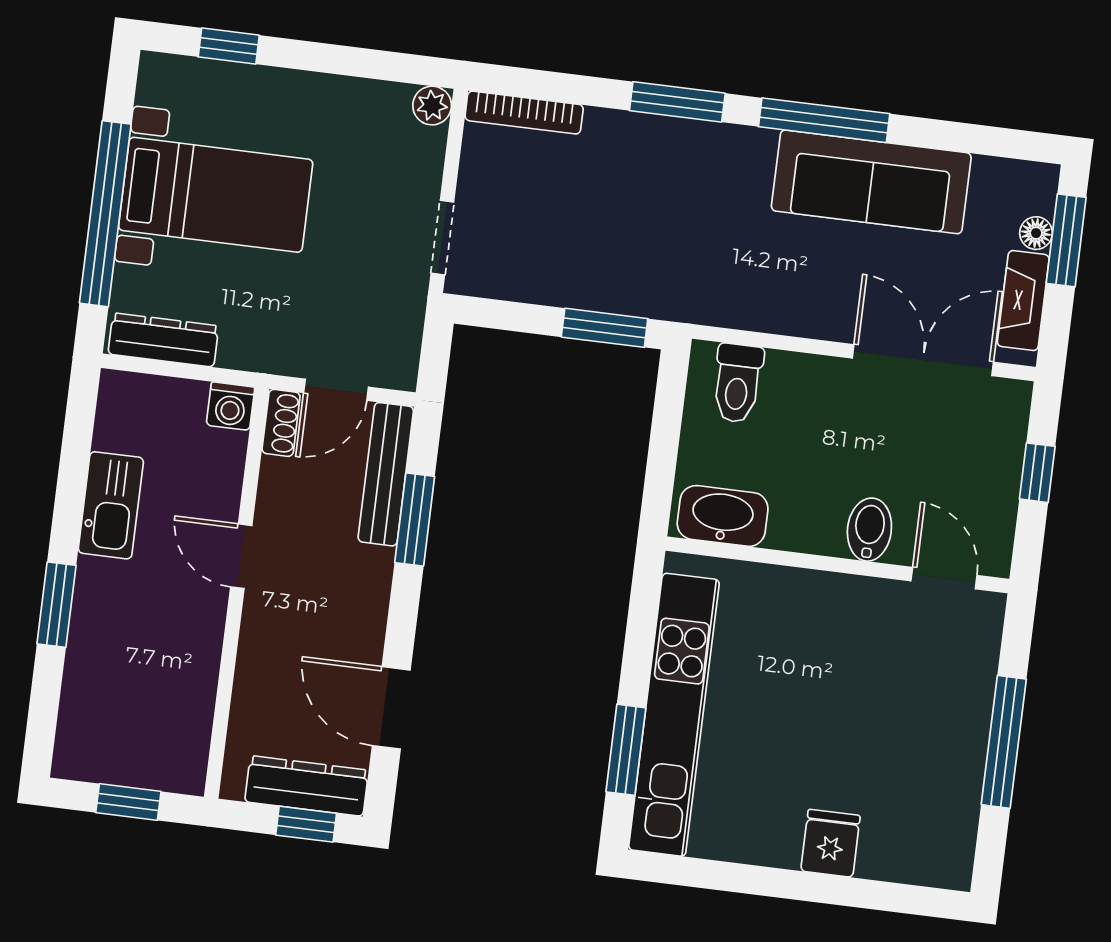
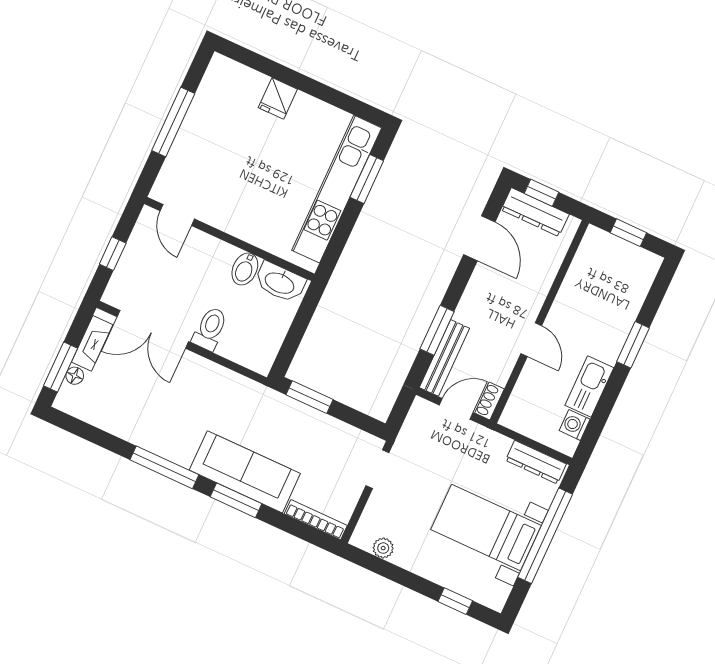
plant: (432, 106) -> (383, 548), moved
sofa: (871, 182) -> (245, 472), moved
toilet: (737, 383) -> (210, 329), moved
washing machine: (231, 406) -> (575, 425), moved, turned -90
bidet: (869, 530) -> (245, 269), moved

